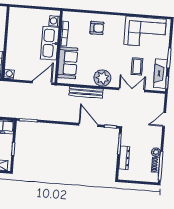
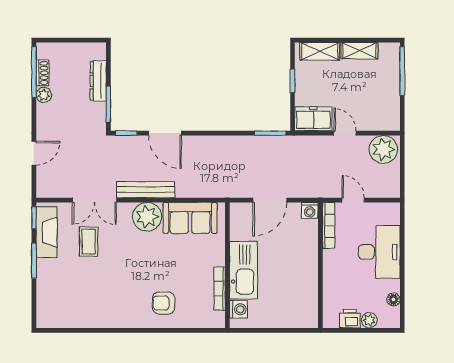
corner sofa: (145, 32) -> (79, 303), removed
sofa: (68, 63) -> (190, 218), moved, turned -90
door: (42, 83) -> (270, 200), moved
bench: (86, 92) -> (146, 190), moved

